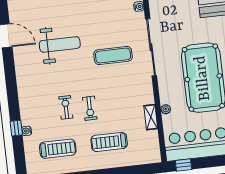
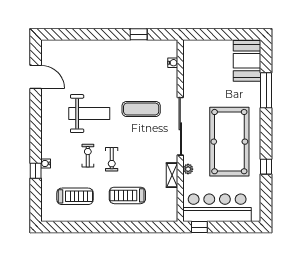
weight bench: (60, 44) -> (89, 114), moved
sliding door: (151, 47) -> (180, 126), moved
water cooler: (27, 131) -> (46, 163), moved

